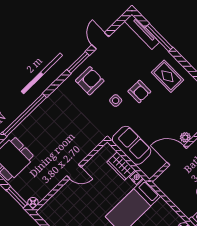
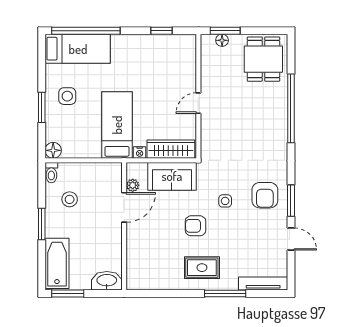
window: (159, 37) -> (225, 293), moved
armchair: (139, 91) -> (196, 226), moved
plant: (185, 137) -> (133, 185), moved
wardrobe: (121, 166) -> (171, 149), width x1.50
floor lamp: (33, 202) -> (222, 40), moved

